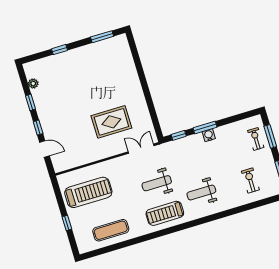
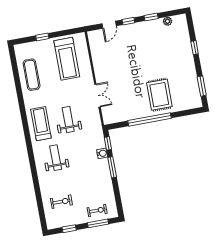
window: (146, 91) -> (150, 119), added
rug: (111, 122) -> (159, 95), moved
water cooler: (209, 135) -> (102, 153), moved
double door: (141, 149) -> (97, 96), moved

